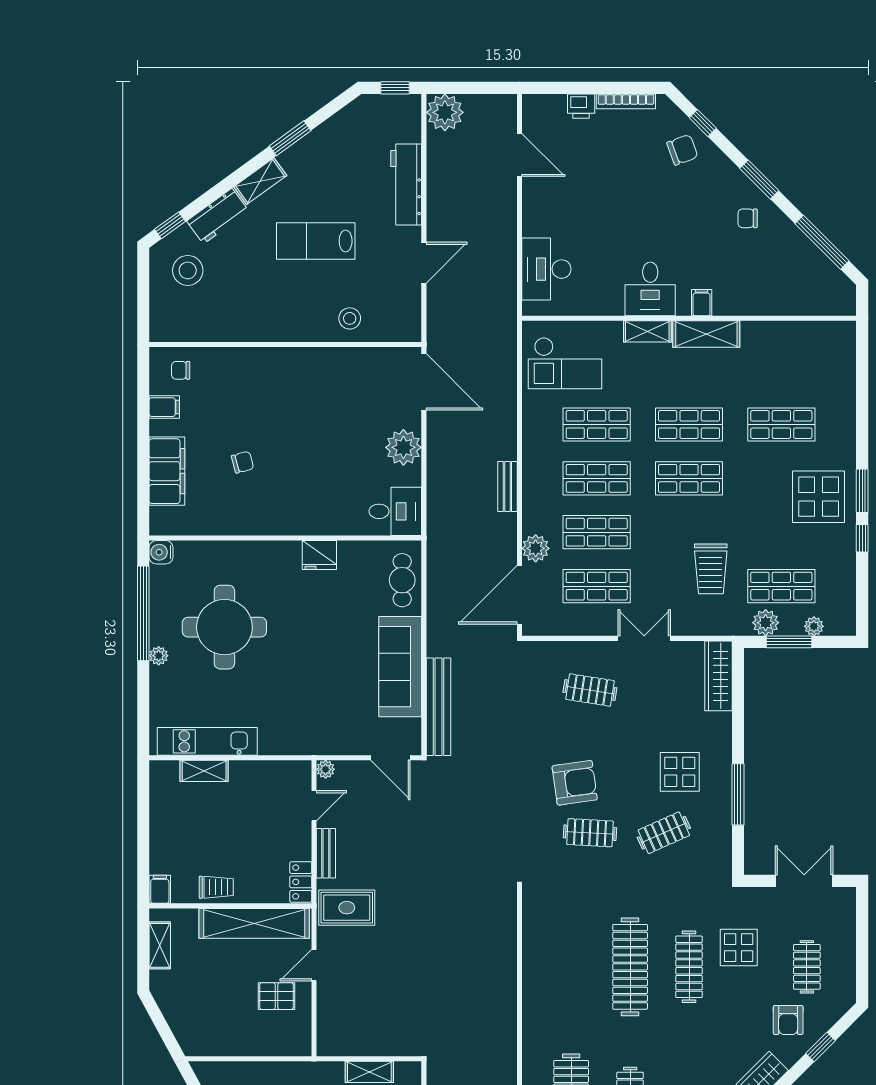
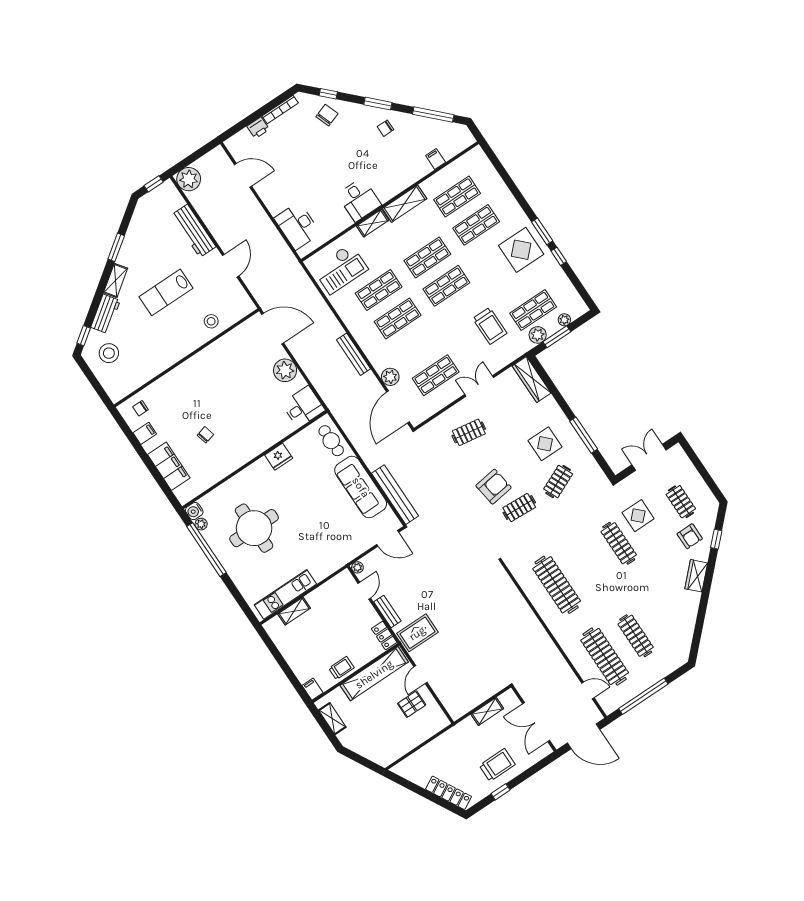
filing cabinet: (702, 303) -> (436, 159), moved
bench: (507, 487) -> (354, 354), width x1.36
shop shelf: (597, 532) -> (457, 196), moved
plant: (159, 656) -> (201, 524), moved
clothes rail: (630, 967) -> (557, 585), moved

